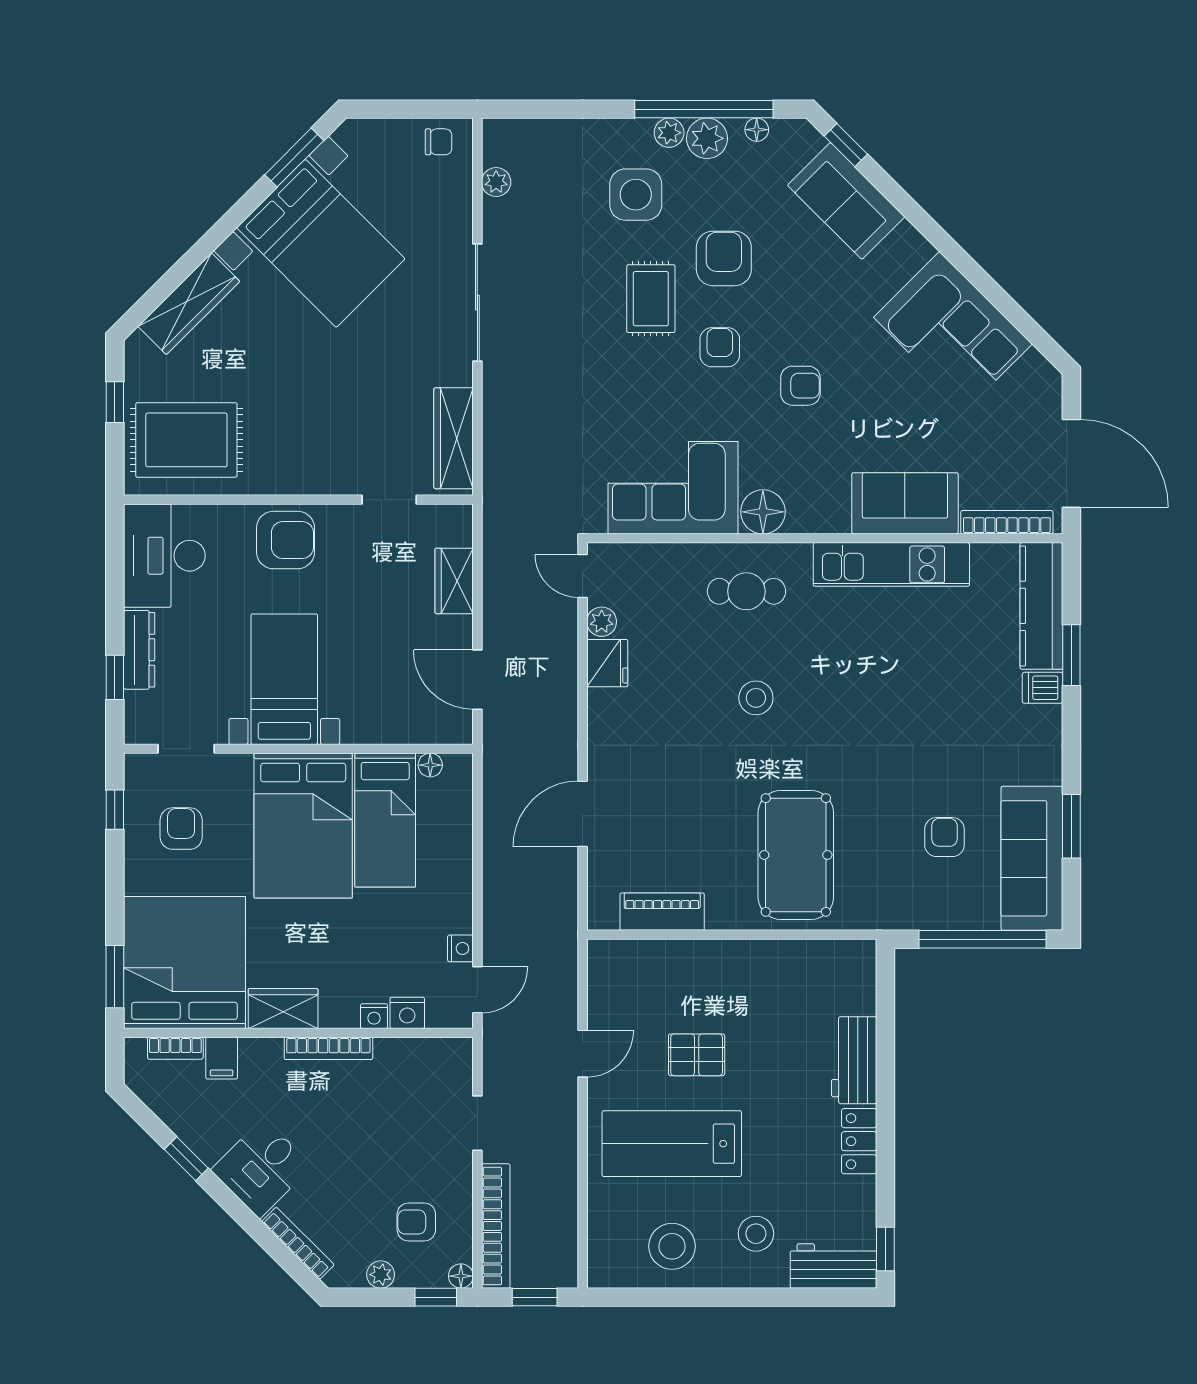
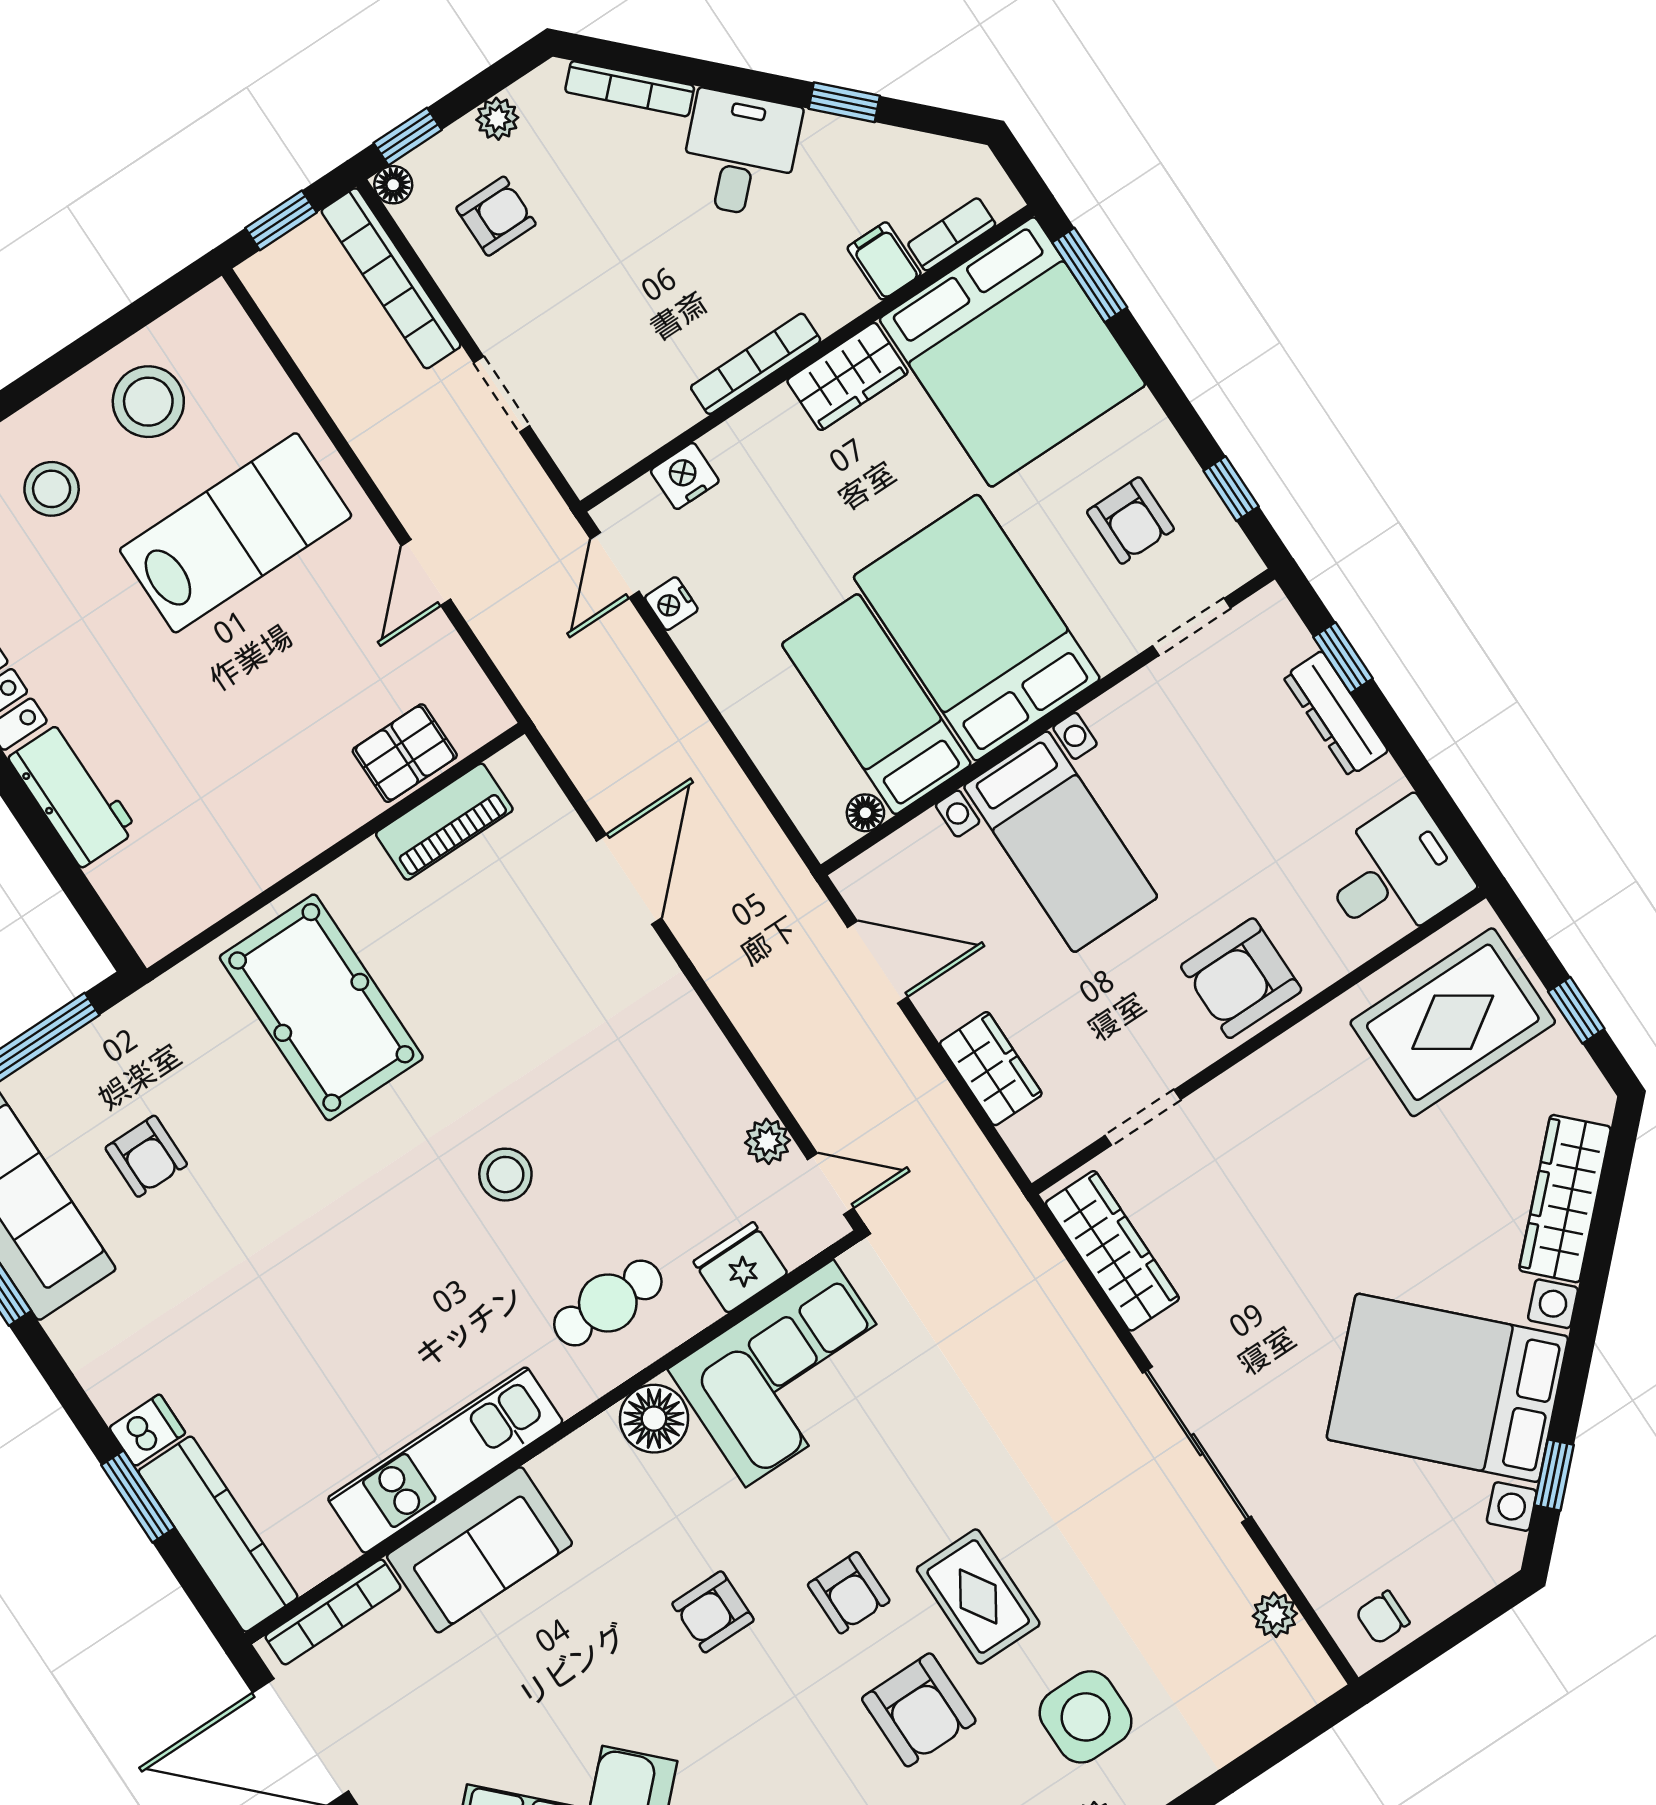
window: (294, 158) -> (1554, 1475), width x0.67
desk: (164, 556) -> (1395, 874), width x0.73
fridge: (607, 663) -> (740, 1267), moved, turned 90
bed with nightstands: (284, 679) -> (1061, 842), moved
nightstand: (374, 1016) -> (725, 444), removed
pallet: (697, 1055) -> (405, 753), moved

